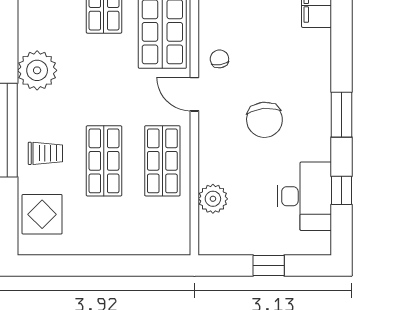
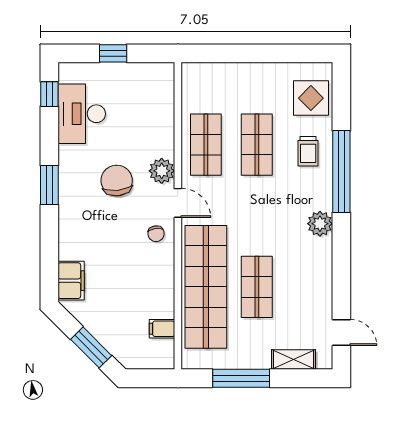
plant: (37, 70) -> (320, 224), width x0.73, depth x0.73
trolley: (45, 153) -> (308, 151), turned -90
window: (342, 190) -> (49, 94), moved
plant: (213, 199) -> (162, 171), moved

